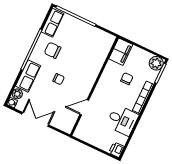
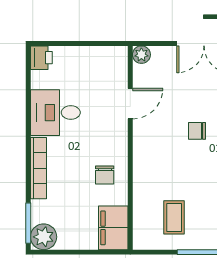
coffee table: (89, 43) -> (174, 217), added
chair: (127, 79) -> (105, 175), moved
plant: (68, 128) -> (141, 55), added

